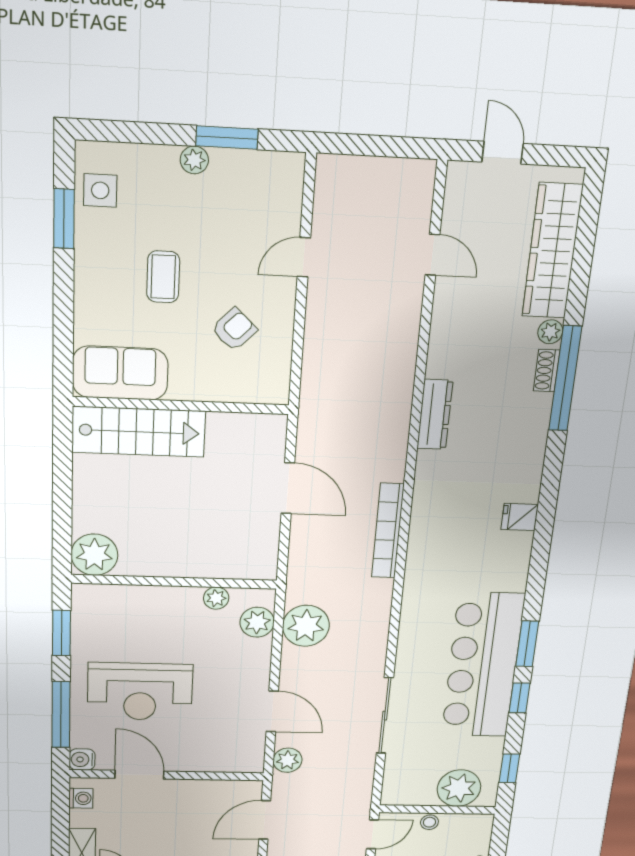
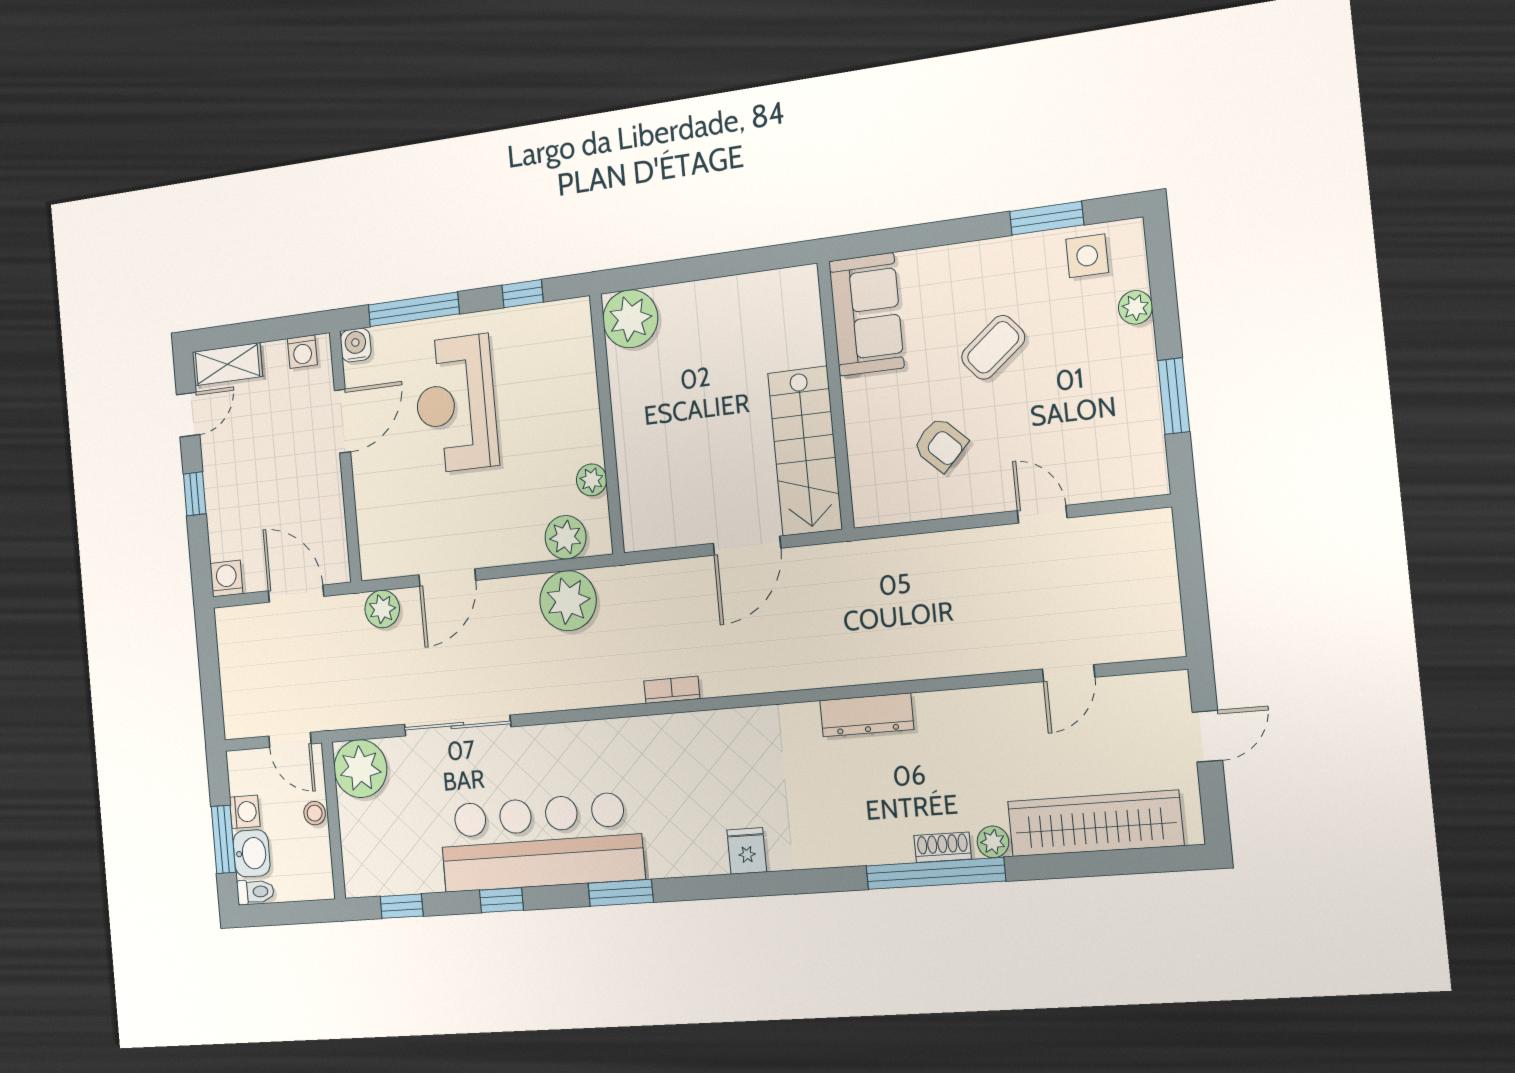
plant: (194, 160) -> (1135, 307), moved
coffee table: (163, 277) -> (993, 347), turned -39
stairs: (139, 432) -> (805, 451), moved
bookcase: (388, 531) -> (672, 690), width x0.43, depth x0.76
window: (61, 633) -> (523, 294), width x0.67
window: (527, 644) -> (621, 893), moved
plant: (459, 788) -> (360, 769), moved

